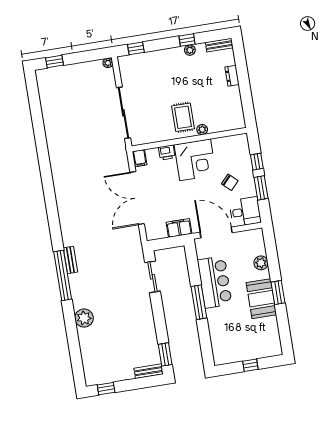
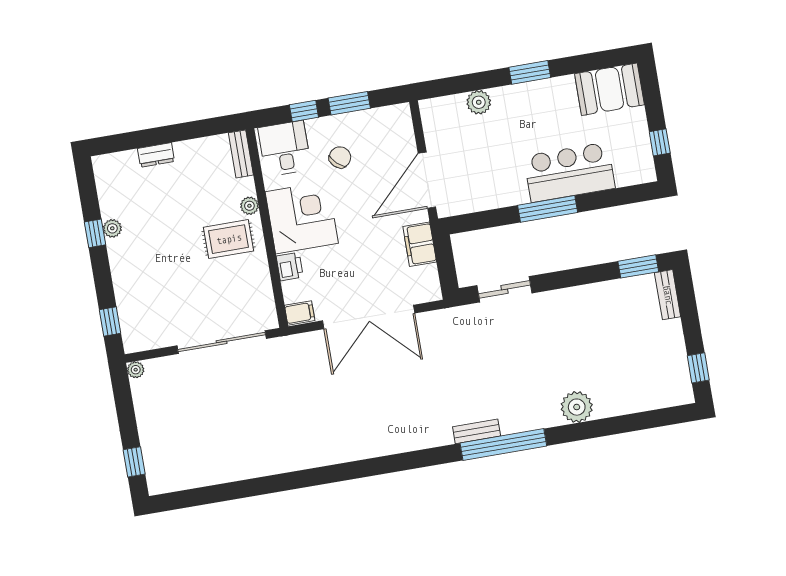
bench: (219, 45) -> (241, 154), moved
desk: (245, 212) -> (285, 148), moved
bar counter: (215, 282) -> (569, 172), moved
booth: (261, 299) -> (609, 89), moved
window: (250, 365) -> (660, 142), moved

